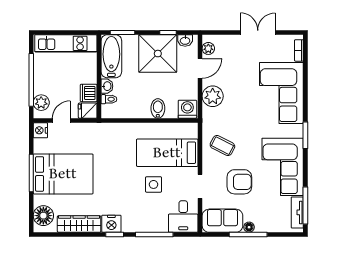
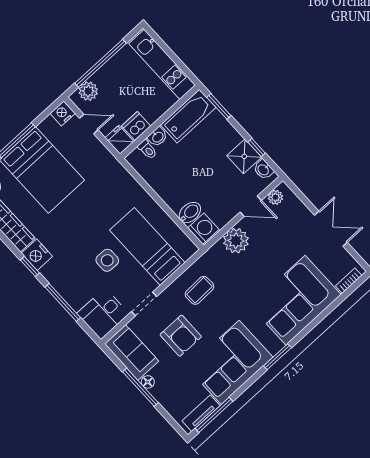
shower: (158, 54) -> (244, 156), width x0.54, depth x0.54
bidet: (158, 108) -> (190, 213), moved
coffee table: (222, 146) -> (199, 290), turned 61

